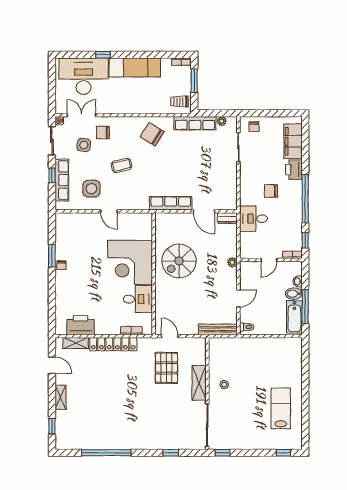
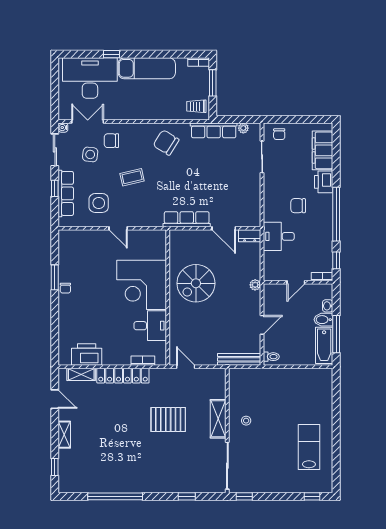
pallet: (167, 368) -> (168, 419), moved, turned 90

